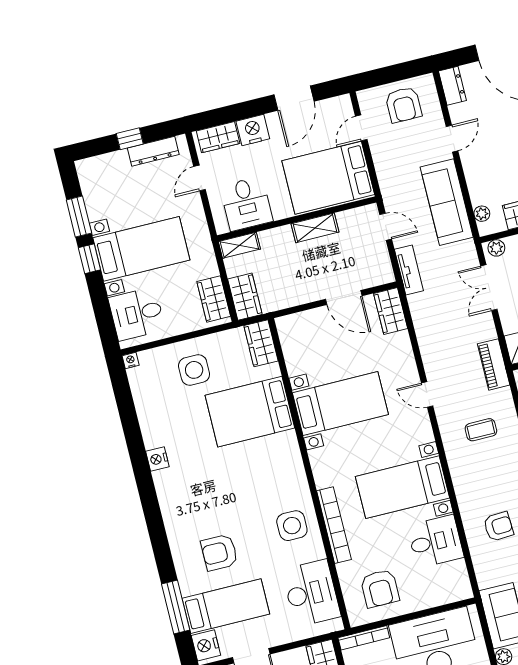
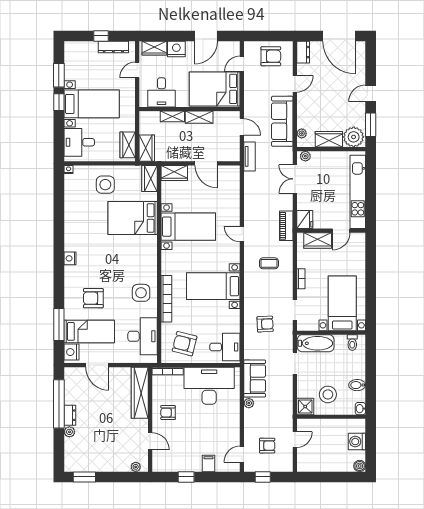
armchair: (404, 105) -> (271, 56), turned -90
shelving: (239, 245) -> (172, 116), moved
wardrobe: (391, 311) -> (174, 173), moved, turned -90
nightstand: (157, 459) -> (70, 258), moved
desk: (435, 541) -> (225, 347), moved
armchair: (380, 588) -> (185, 344), turned 104

